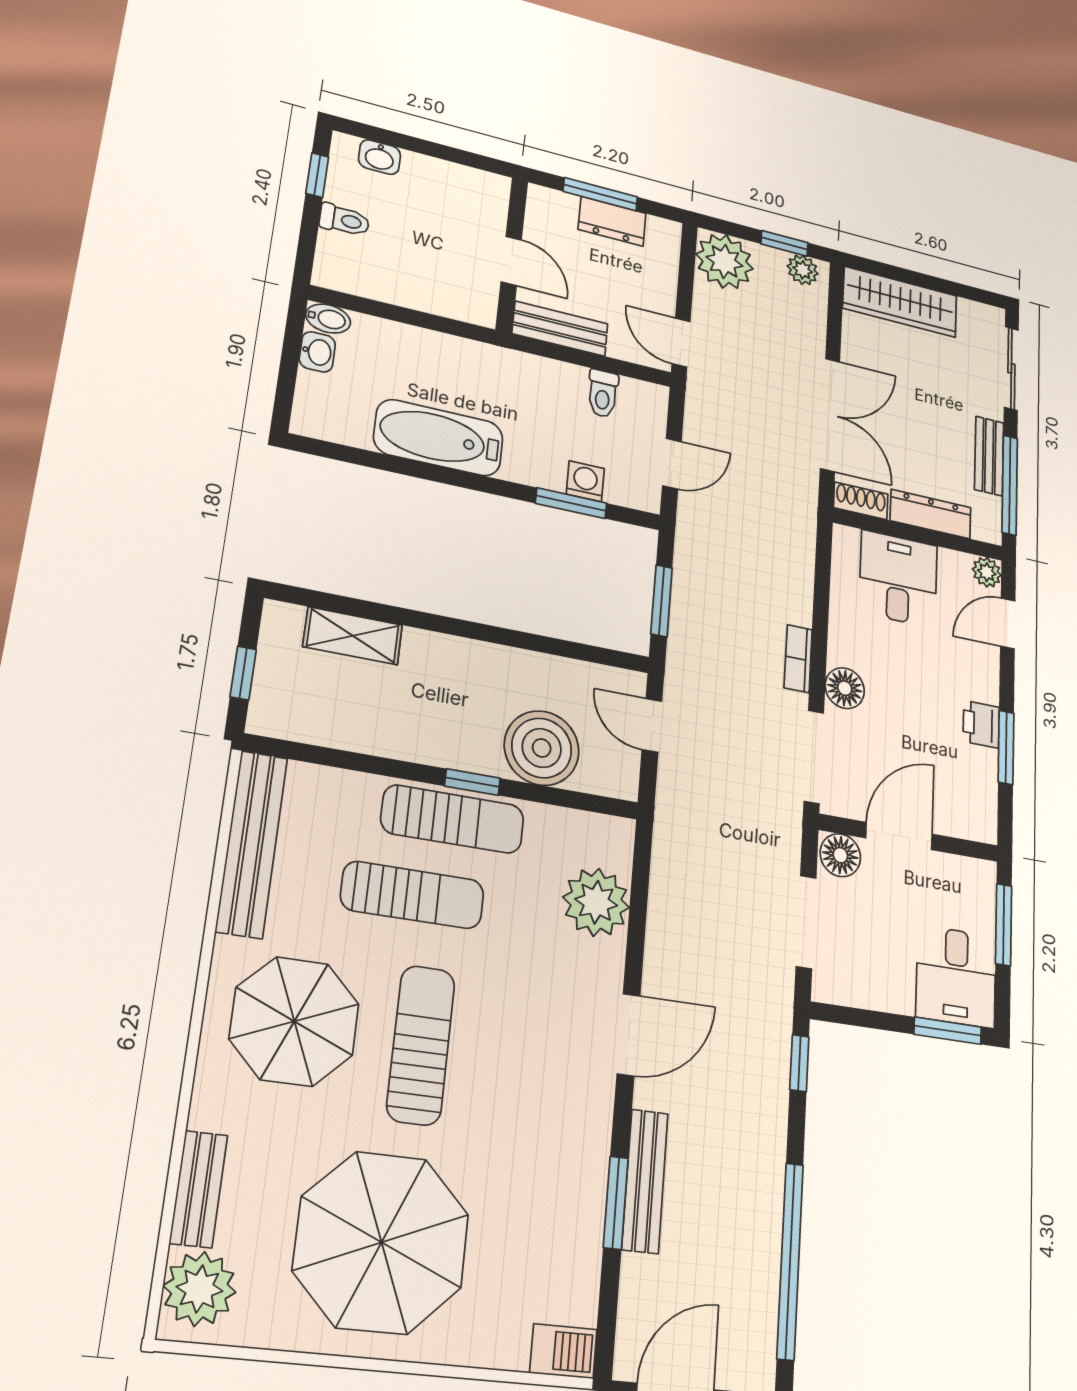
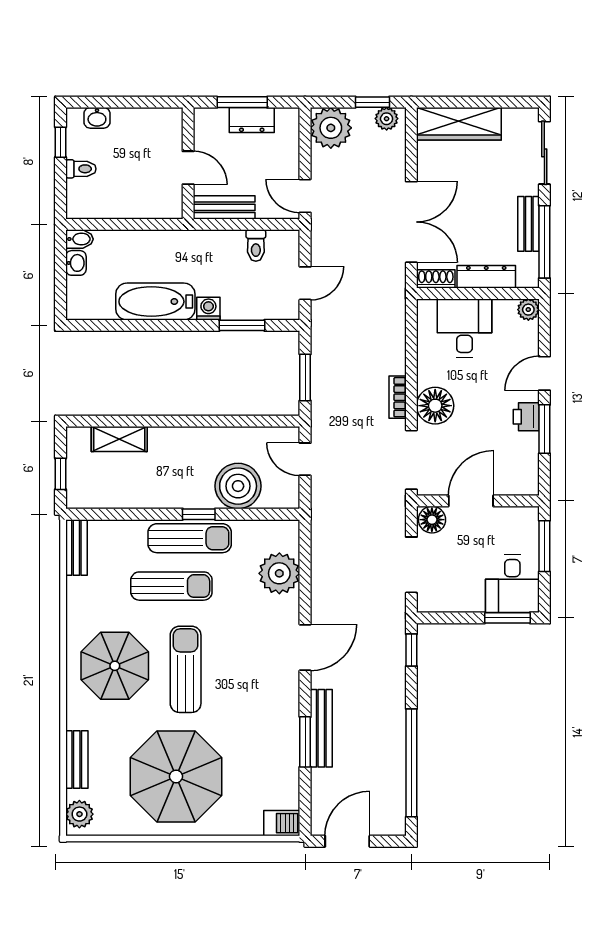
washing machine: (585, 481) -> (208, 309), moved
door: (1008, 623) -> (544, 373), moved
floor lamp: (845, 688) -> (435, 406), width x1.38, depth x1.38
bench: (252, 844) -> (76, 547), width x0.54, depth x0.82
plant: (200, 1289) -> (79, 814), width x0.73, depth x0.73

